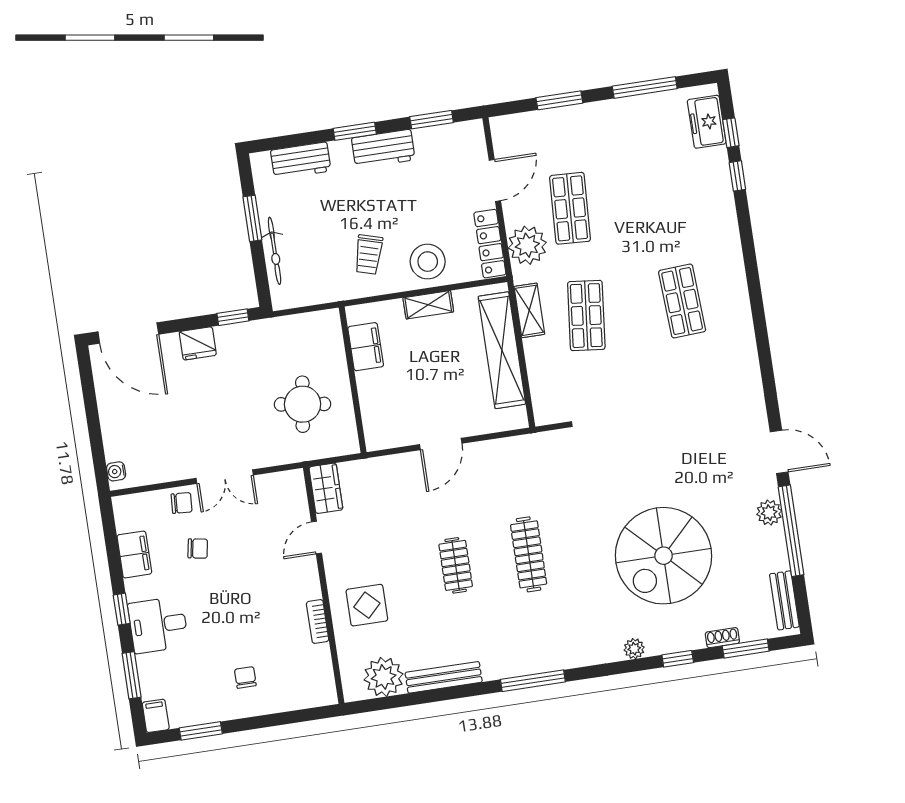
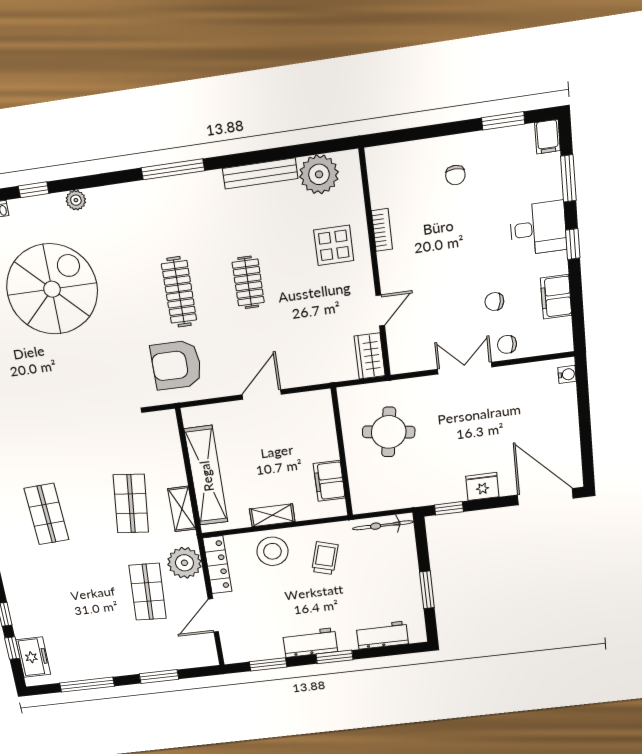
bicycle: (275, 251) -> (383, 525), moved, turned -90
armchair: (533, 475) -> (176, 365), added

